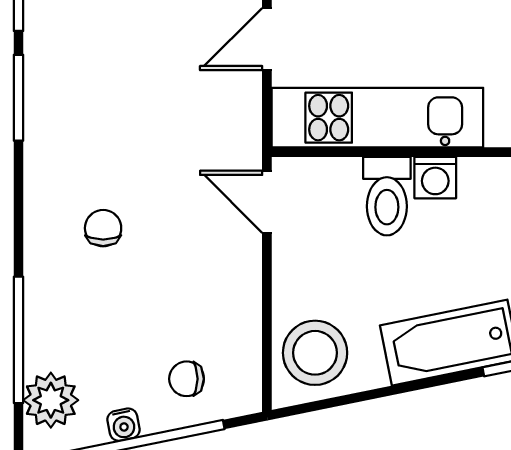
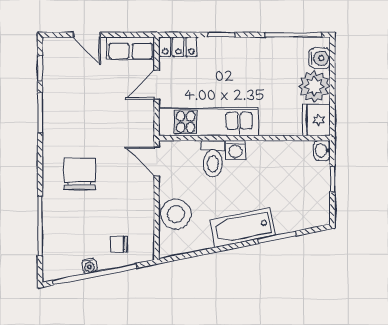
chair: (103, 228) -> (80, 174), width x1.87, depth x1.87
stool: (315, 353) -> (176, 214), moved
plant: (51, 400) -> (55, 254), removed

